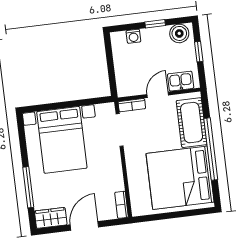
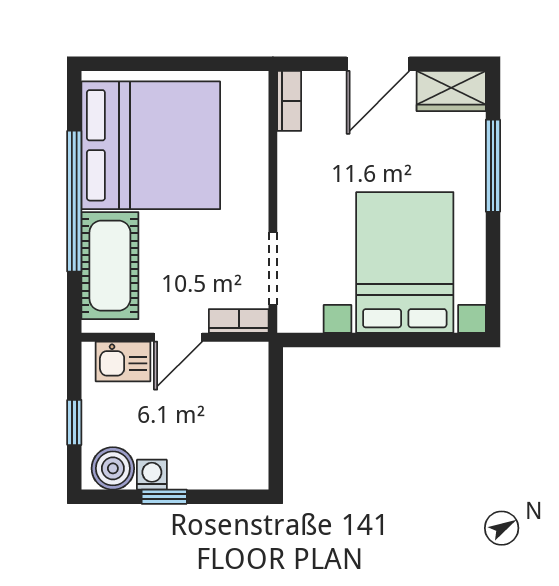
washing machine: (133, 36) -> (152, 475), moved

